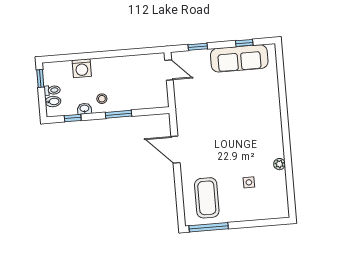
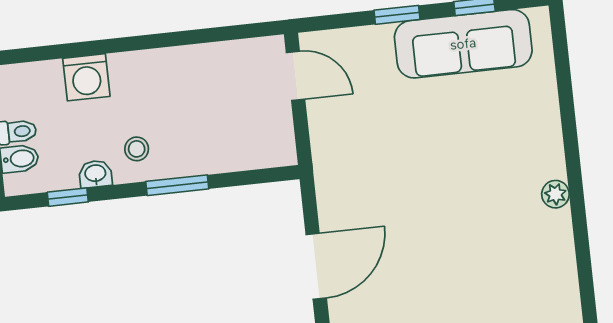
window: (198, 47) -> (397, 15), moved
door: (176, 150) -> (316, 266), swing flipped
plant: (279, 164) -> (555, 194), moved

